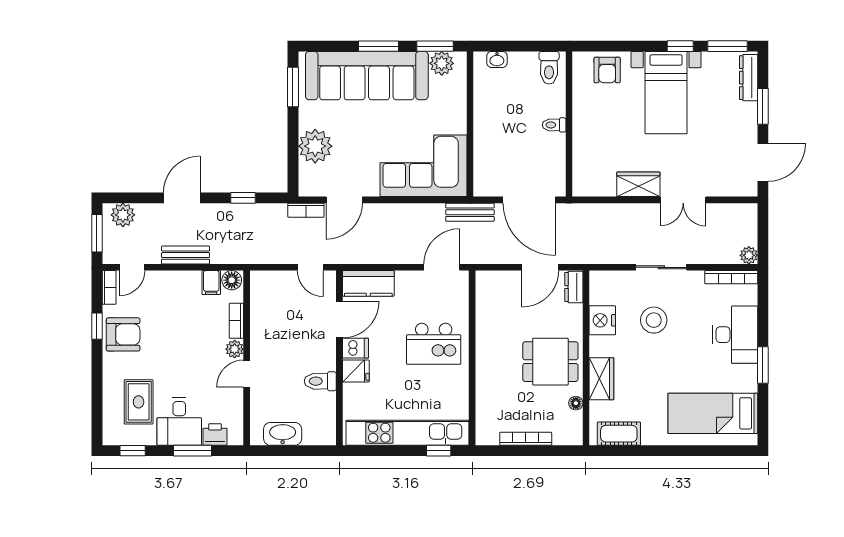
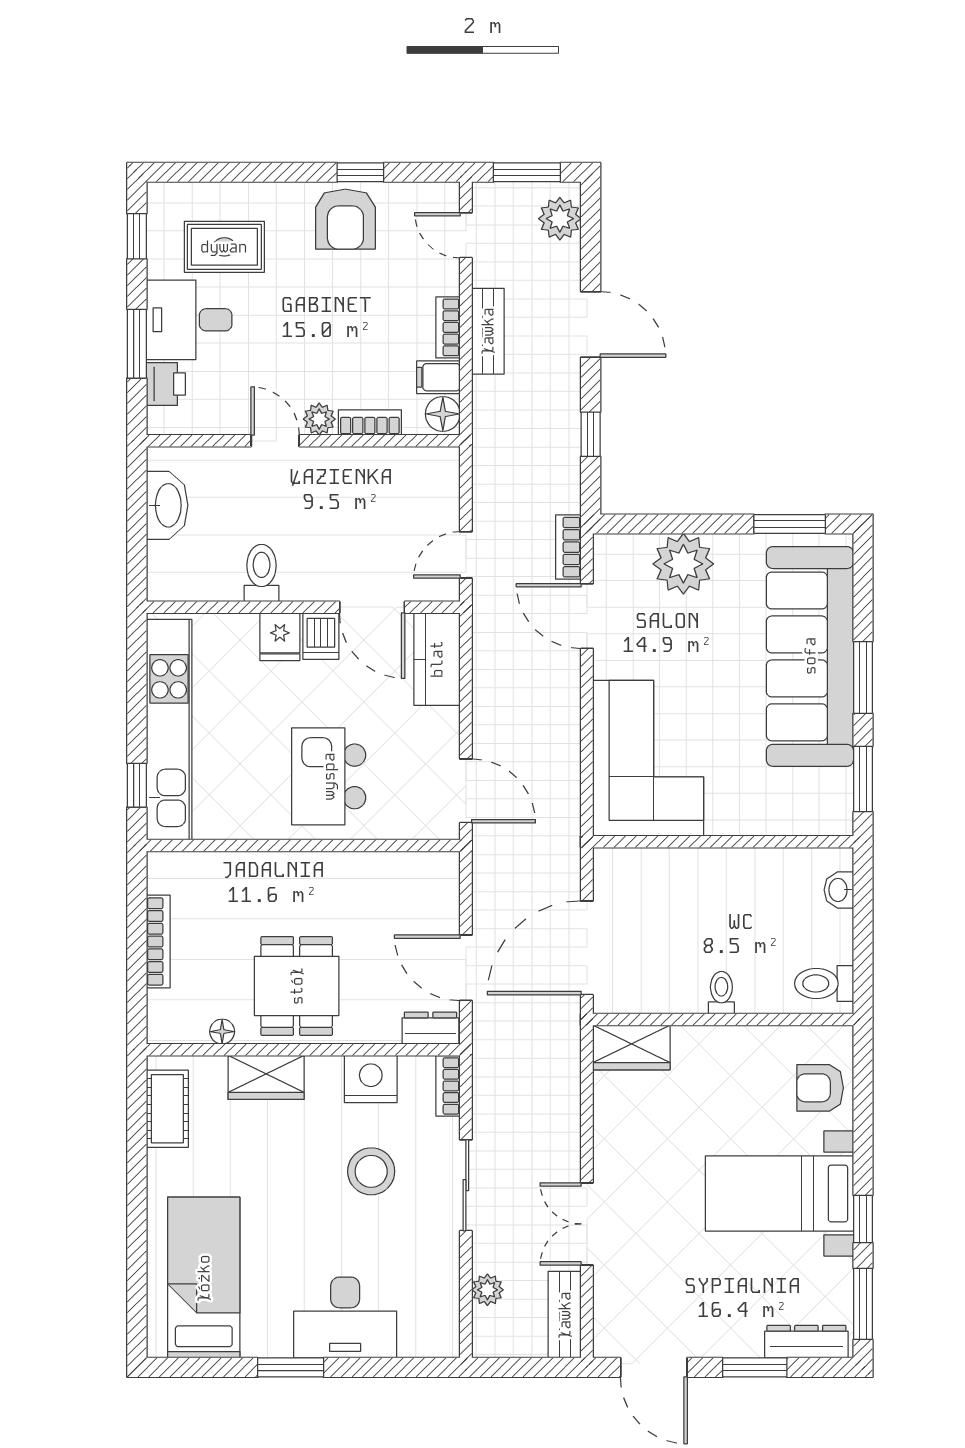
plant: (442, 63) -> (832, 791), removed
wardrobe: (638, 184) -> (632, 1047), moved, turned 90
bench: (470, 212) -> (565, 1315), moved
plant: (749, 255) -> (487, 1290), moved
bookcase: (731, 277) -> (448, 1086), moved, width x0.64
bookcase: (109, 287) -> (448, 327), moved, turned 90

